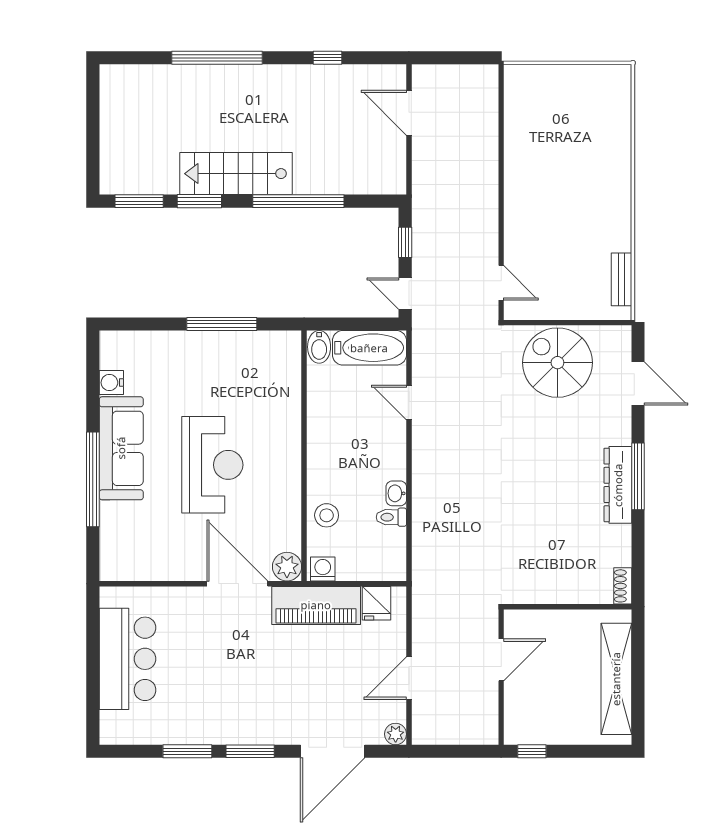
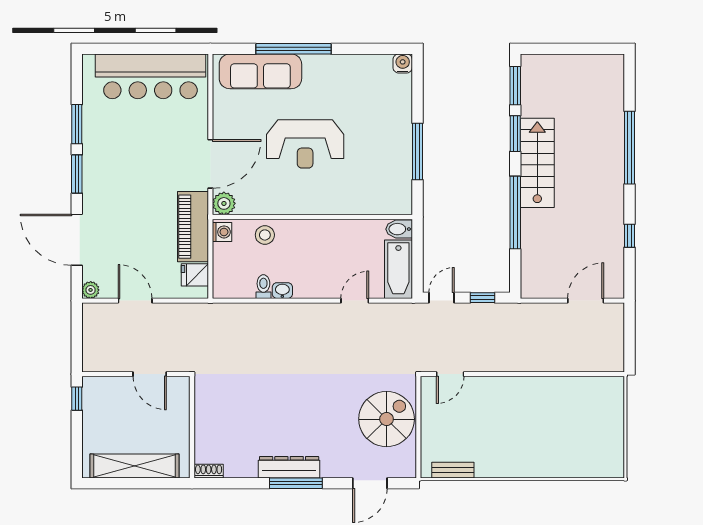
water cooler: (111, 383) -> (403, 63), moved
sofa: (121, 448) -> (260, 71), moved
bar counter: (128, 659) -> (150, 76), width x1.36

